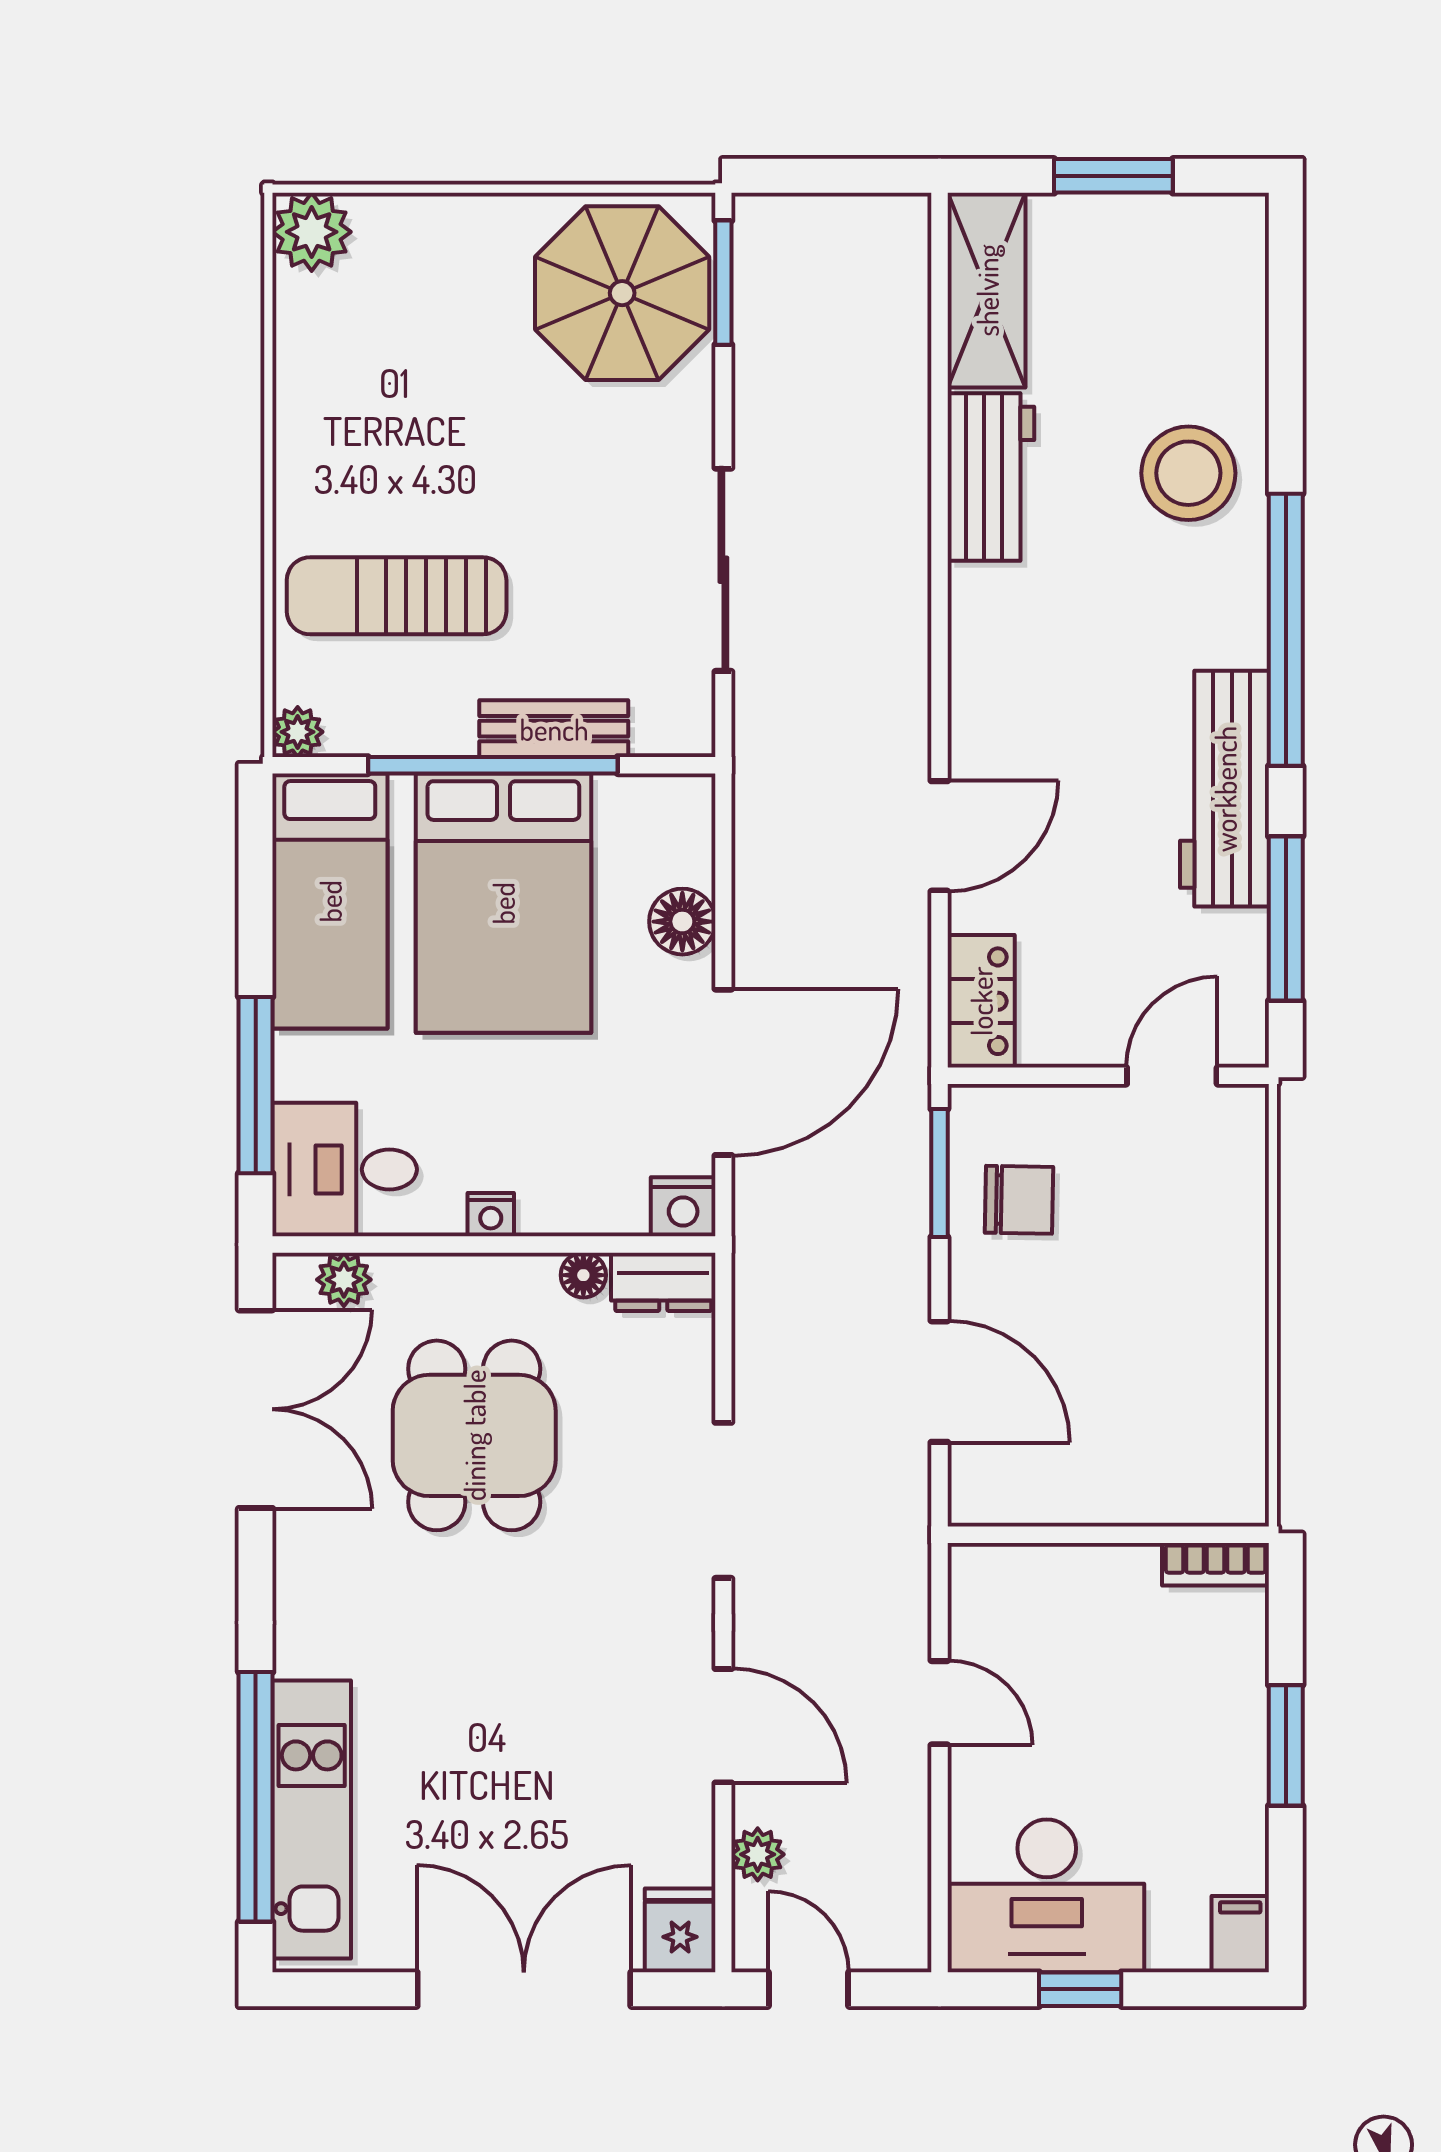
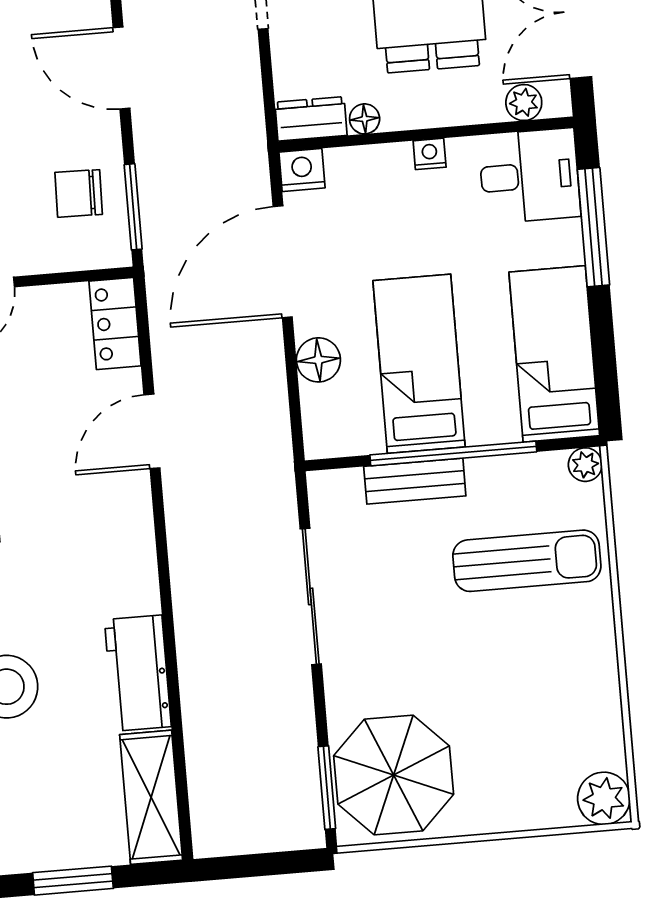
bed: (503, 903) -> (419, 364), width x0.67

